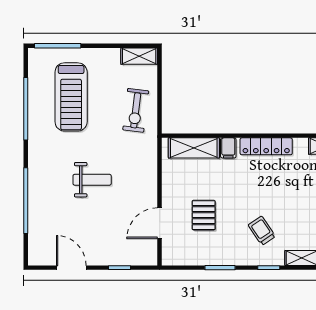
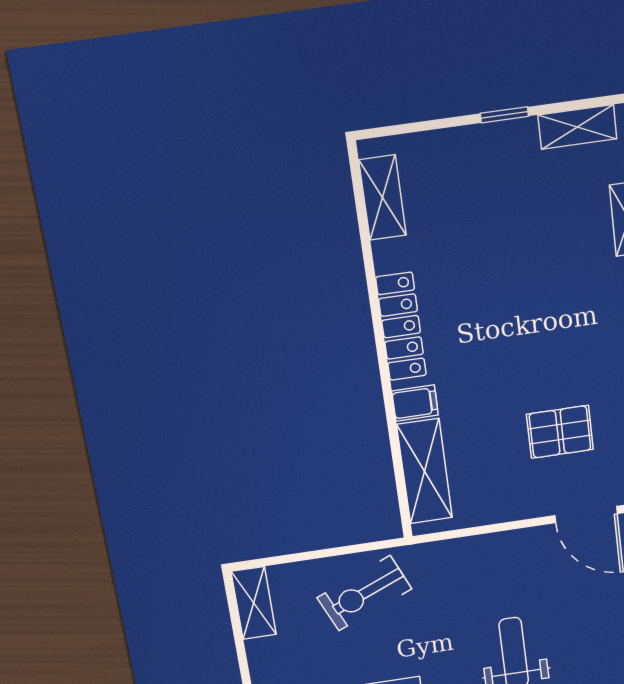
exercise bike: (136, 110) -> (364, 593), turned 150
trolley: (262, 231) -> (580, 310), removed

